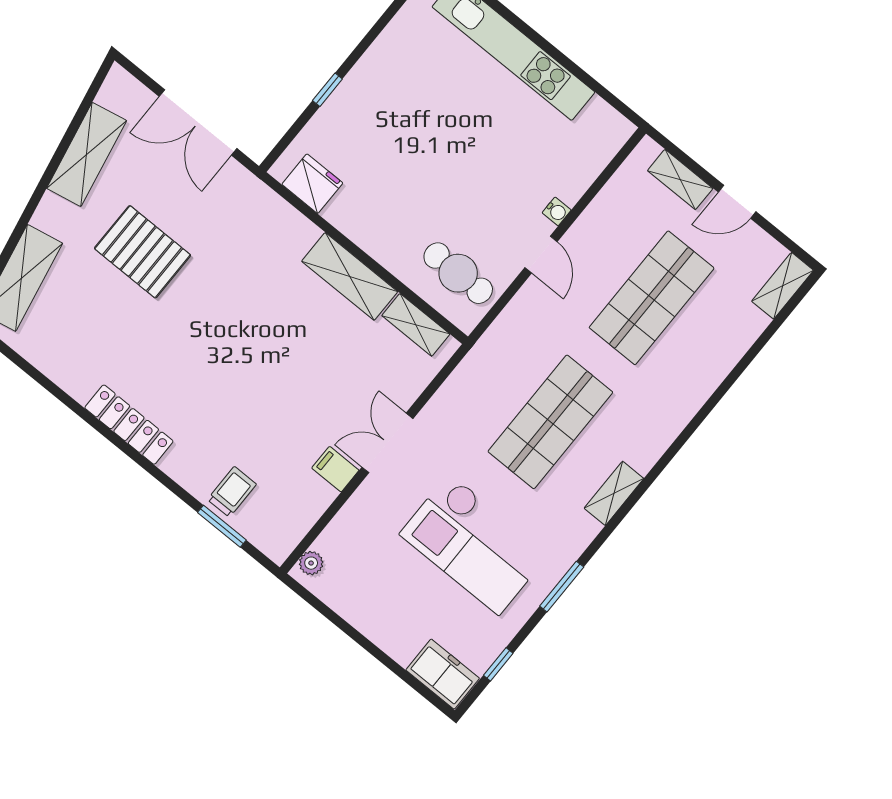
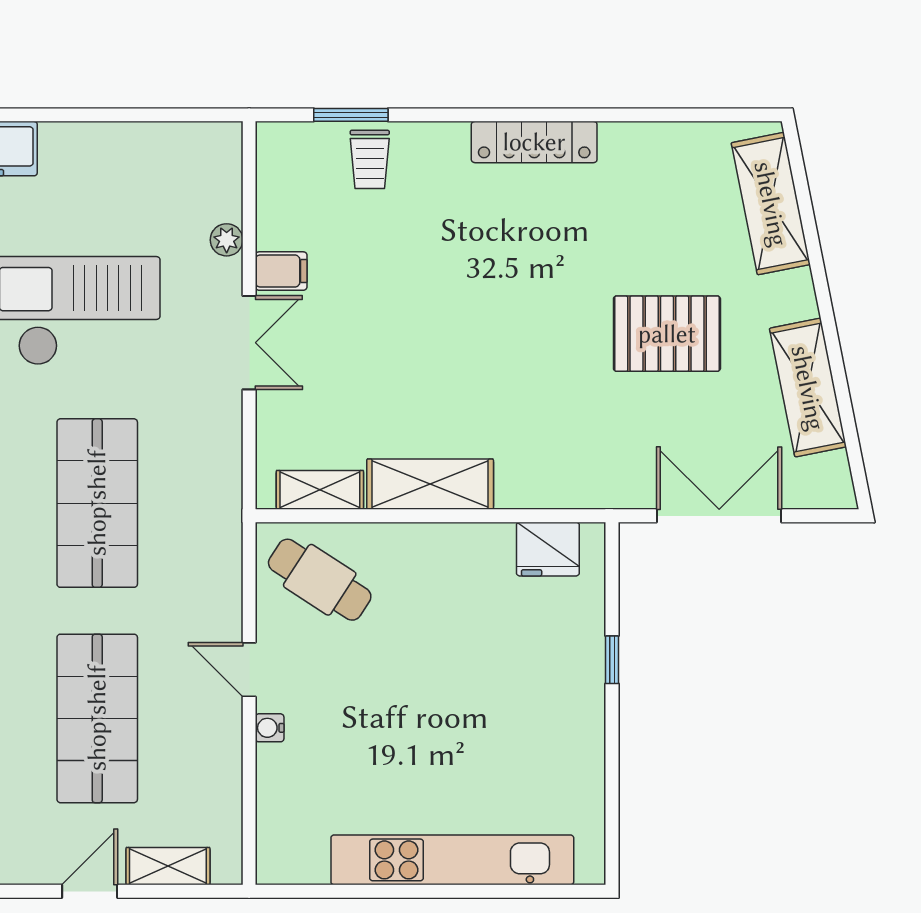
cafe table: (458, 273) -> (320, 580), turned 33
plant: (311, 563) -> (227, 240), moved

